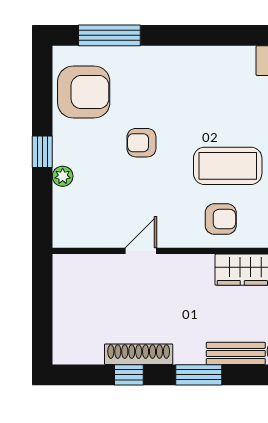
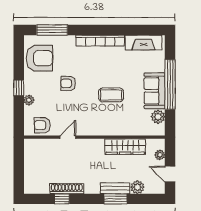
bookcase: (206, 57) -> (100, 41), added
coffee table: (228, 166) -> (111, 95), width x0.73, depth x0.76
armchair: (221, 219) -> (42, 125), moved, turned 180
window: (199, 375) -> (116, 199), moved

